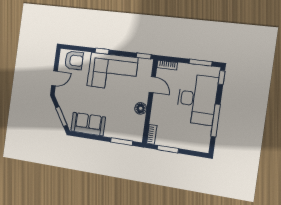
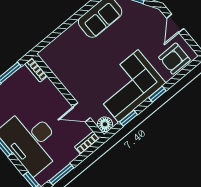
window: (144, 56) -> (129, 118), moved
floor lamp: (141, 108) -> (105, 124), moved
window: (122, 142) -> (54, 35), removed

